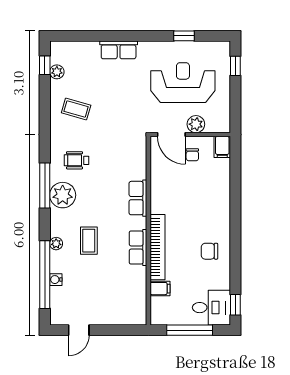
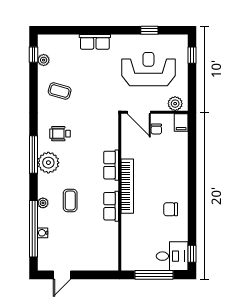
plant: (196, 124) -> (175, 104), moved
bookcase: (157, 247) -> (127, 186), moved
filing cabinet: (160, 289) -> (129, 240), removed

